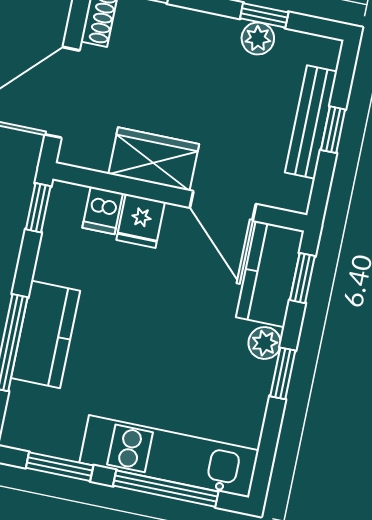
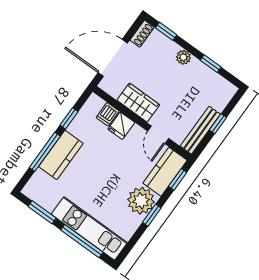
plant: (258, 38) -> (183, 57), moved
bench: (311, 122) -> (200, 130), moved
door: (223, 206) -> (158, 135), width x0.73
window: (38, 208) -> (69, 118), moved
plant: (265, 343) -> (141, 201), width x1.87, depth x1.87

